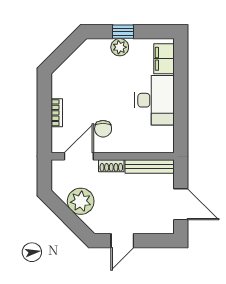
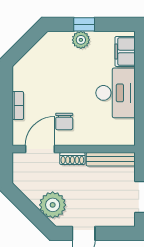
plant: (81, 201) -> (53, 205), moved

